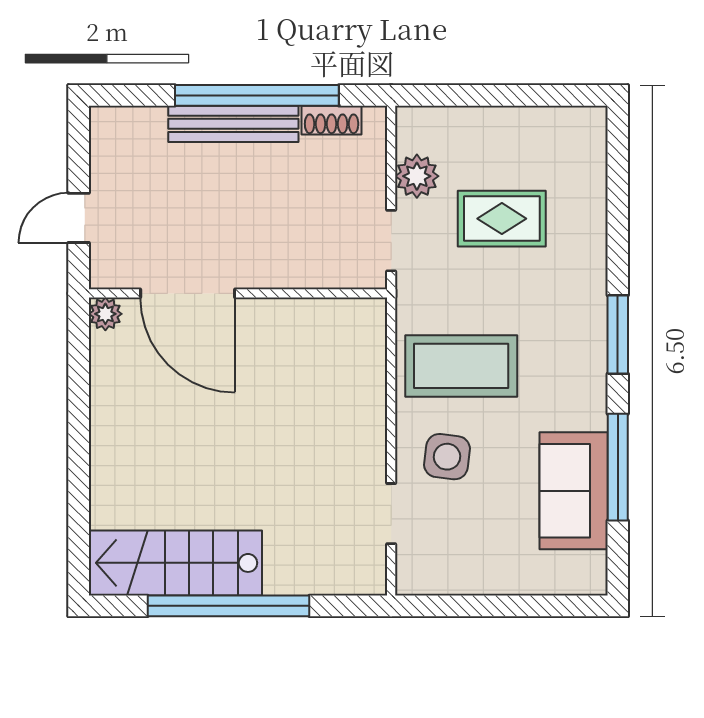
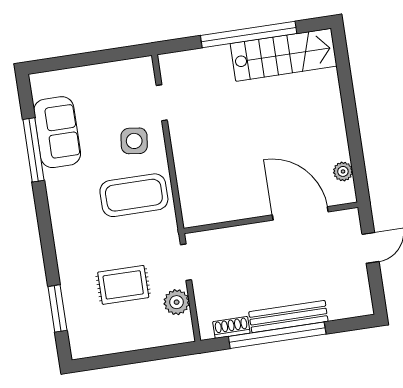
plant: (105, 314) -> (343, 171), moved
window: (618, 334) -> (57, 308), moved

